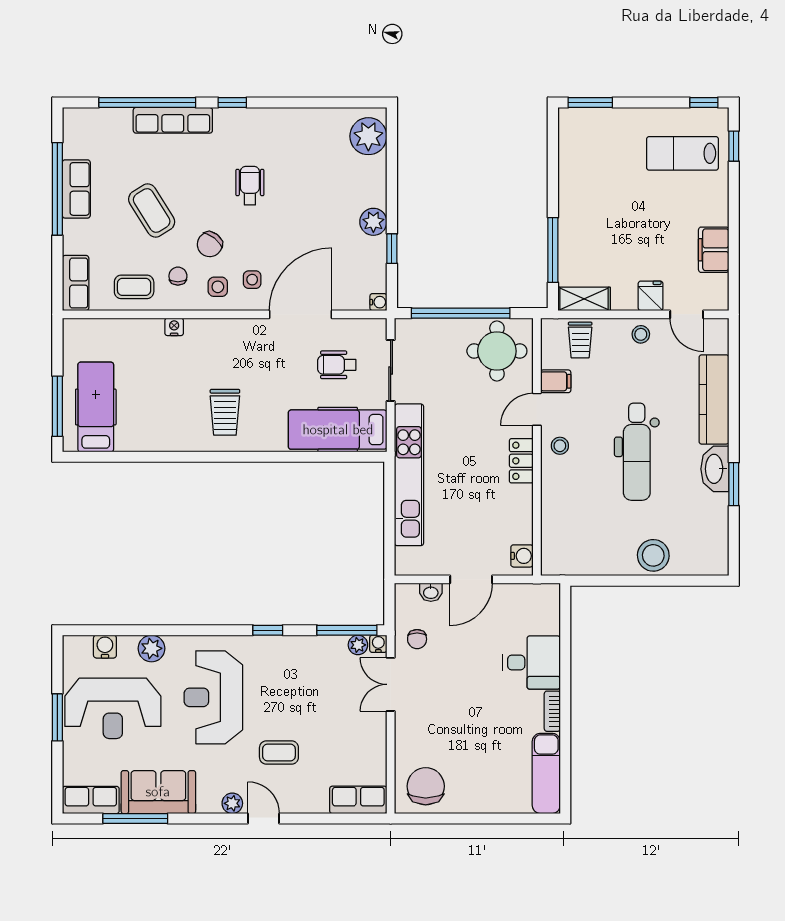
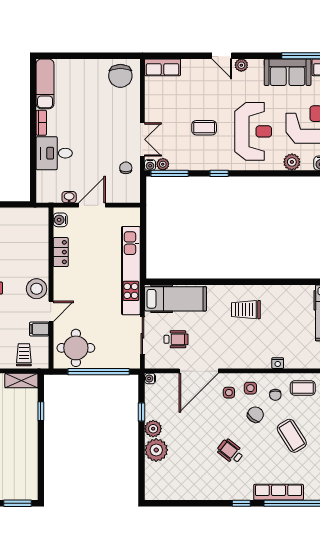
plant: (368, 136) -> (156, 450), moved
wheelchair: (250, 186) -> (230, 451), turned 128
window: (553, 250) -> (41, 411), width x0.46
trolley: (225, 412) -> (246, 310), turned -90
stool: (560, 446) -> (37, 289), width x1.89, depth x1.89
locker: (521, 461) -> (61, 252), moved
washbasin: (431, 592) -> (69, 197), moved
coffee table: (279, 752) -> (204, 128), moved

